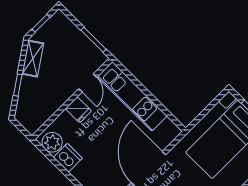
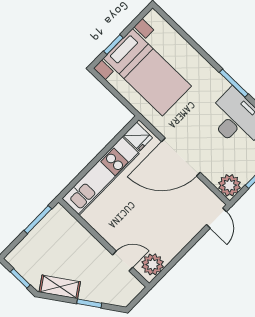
door: (88, 83) -> (123, 261), moved
fridge: (78, 110) -> (138, 137), moved, turned 90
dishwasher: (68, 158) -> (170, 247), removed

